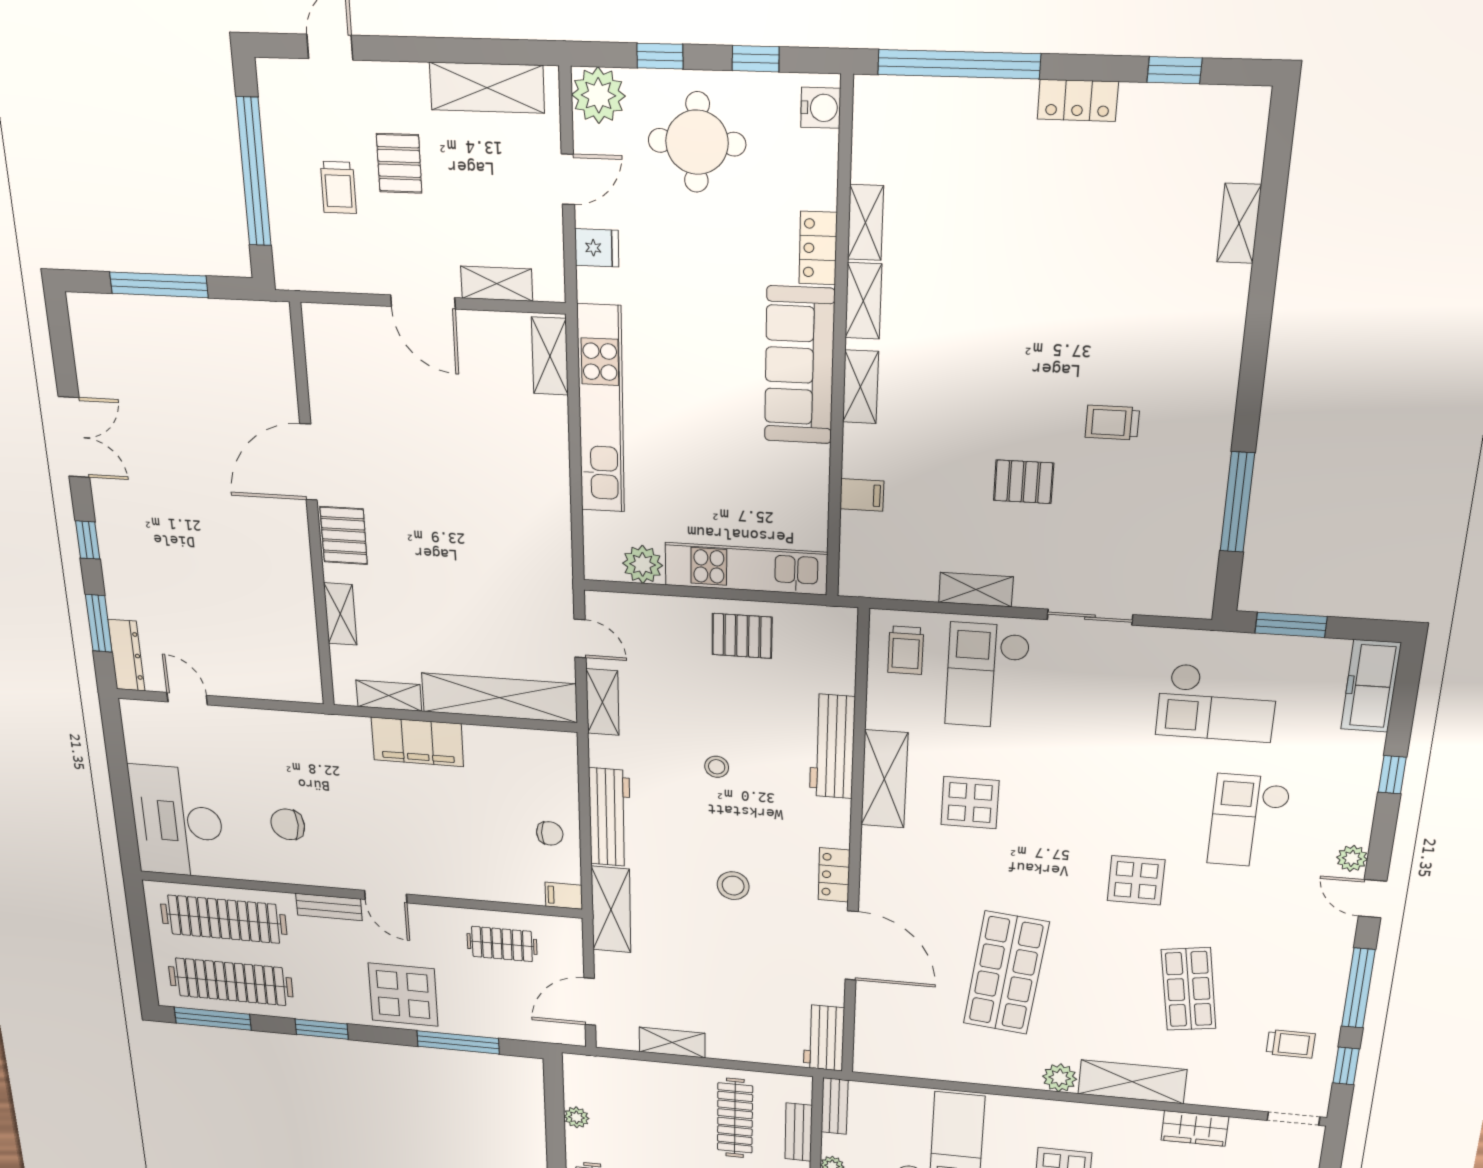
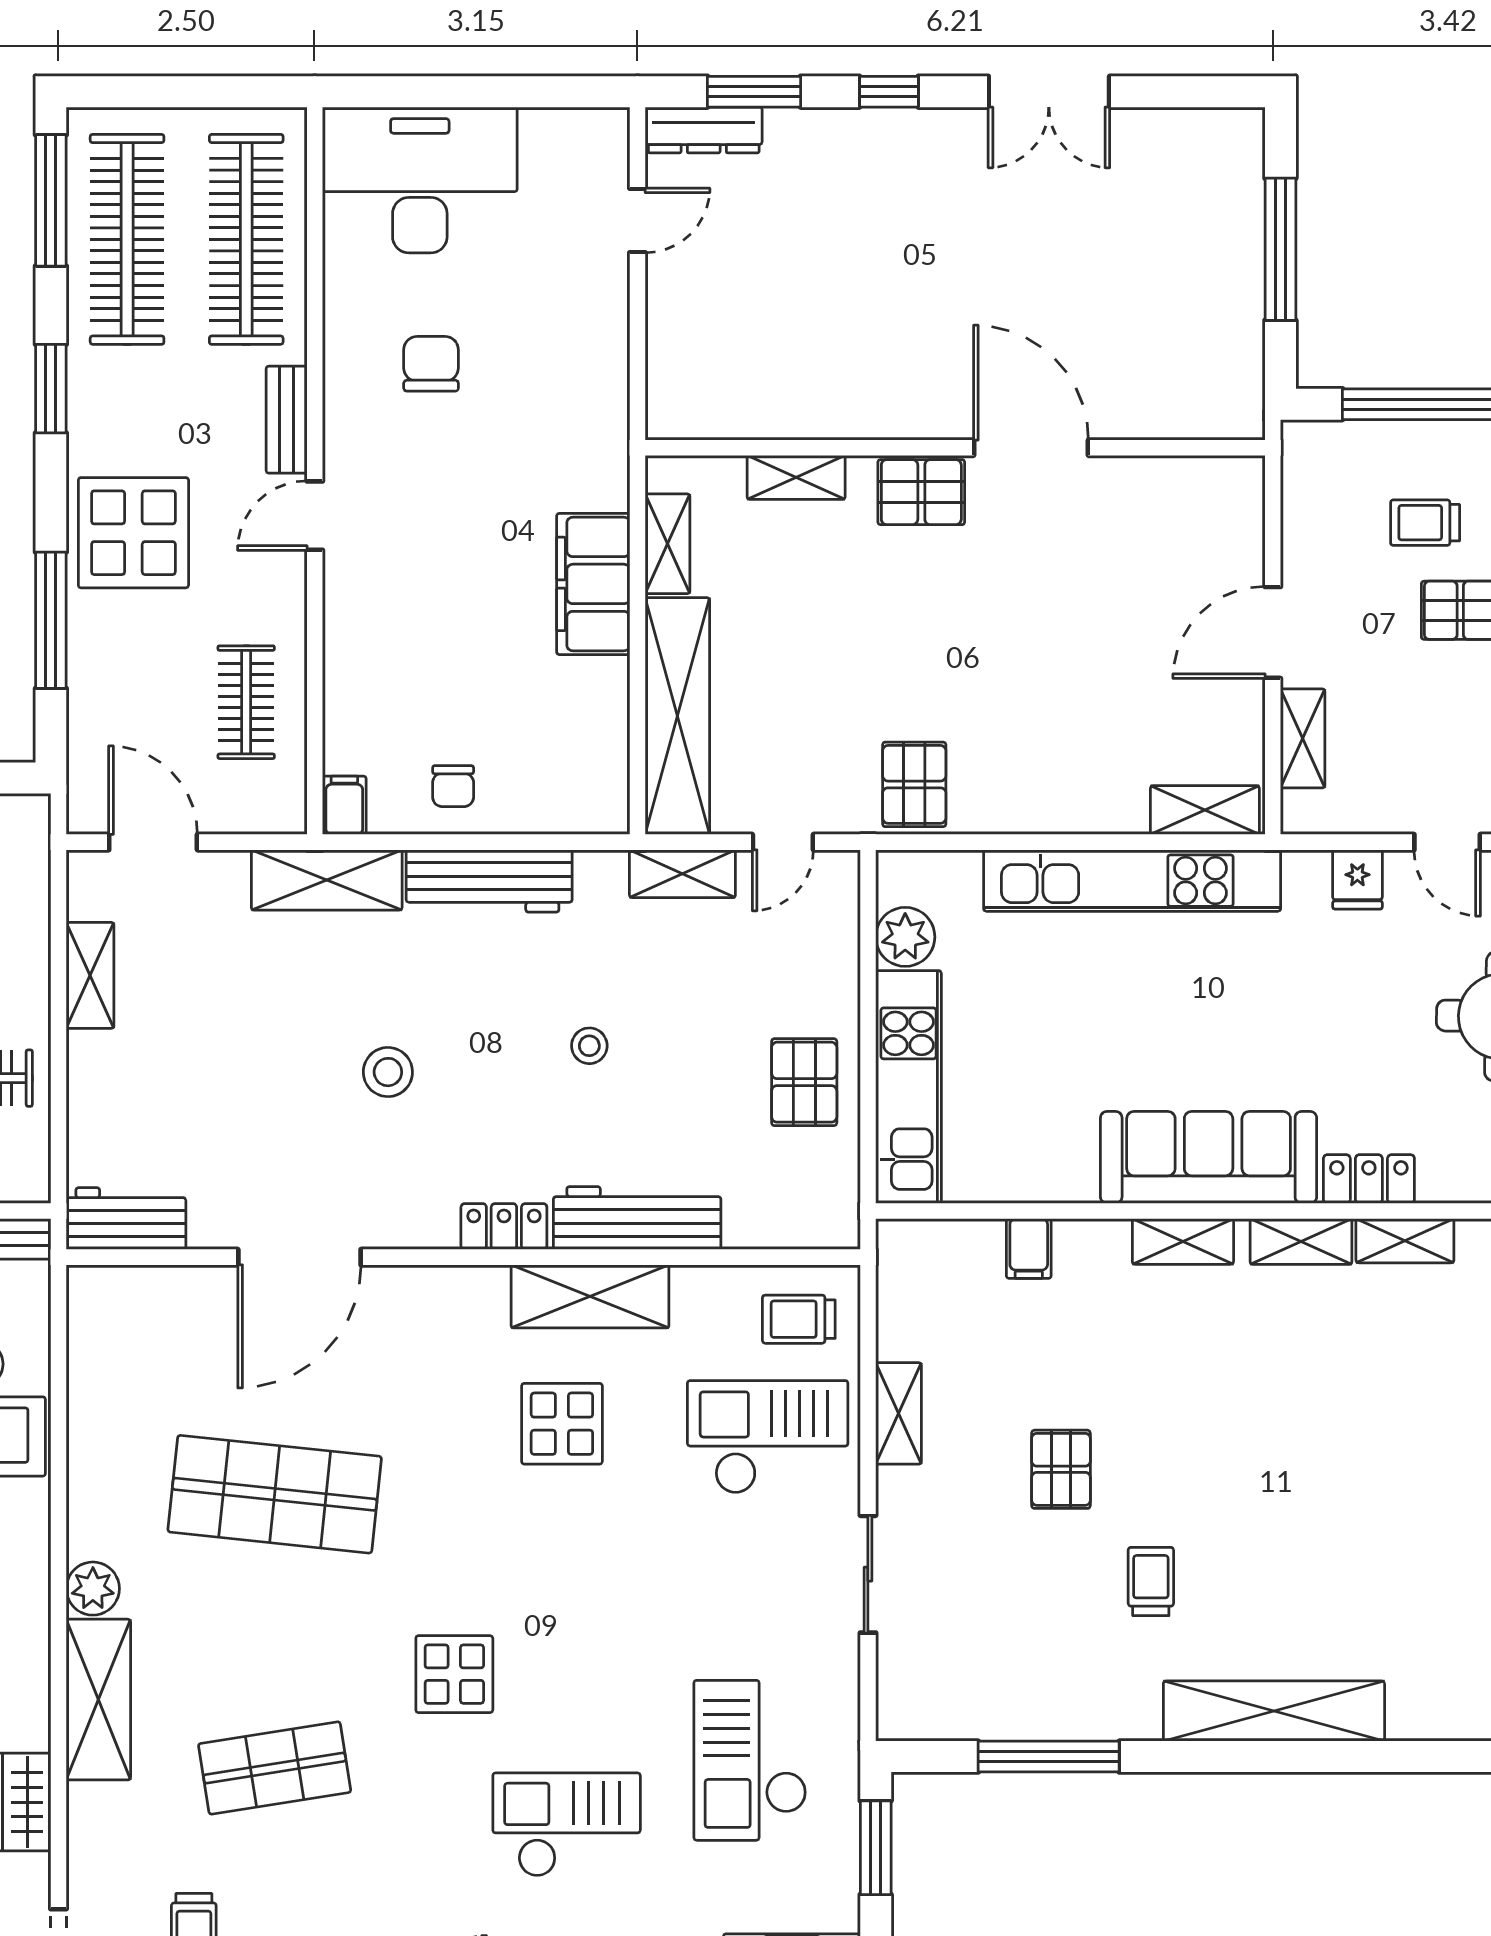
shelving: (1239, 223) -> (1274, 1711), moved, width x2.20, depth x1.33
pallet: (539, 552) -> (914, 784), added
locker: (834, 875) -> (504, 1226), moved

